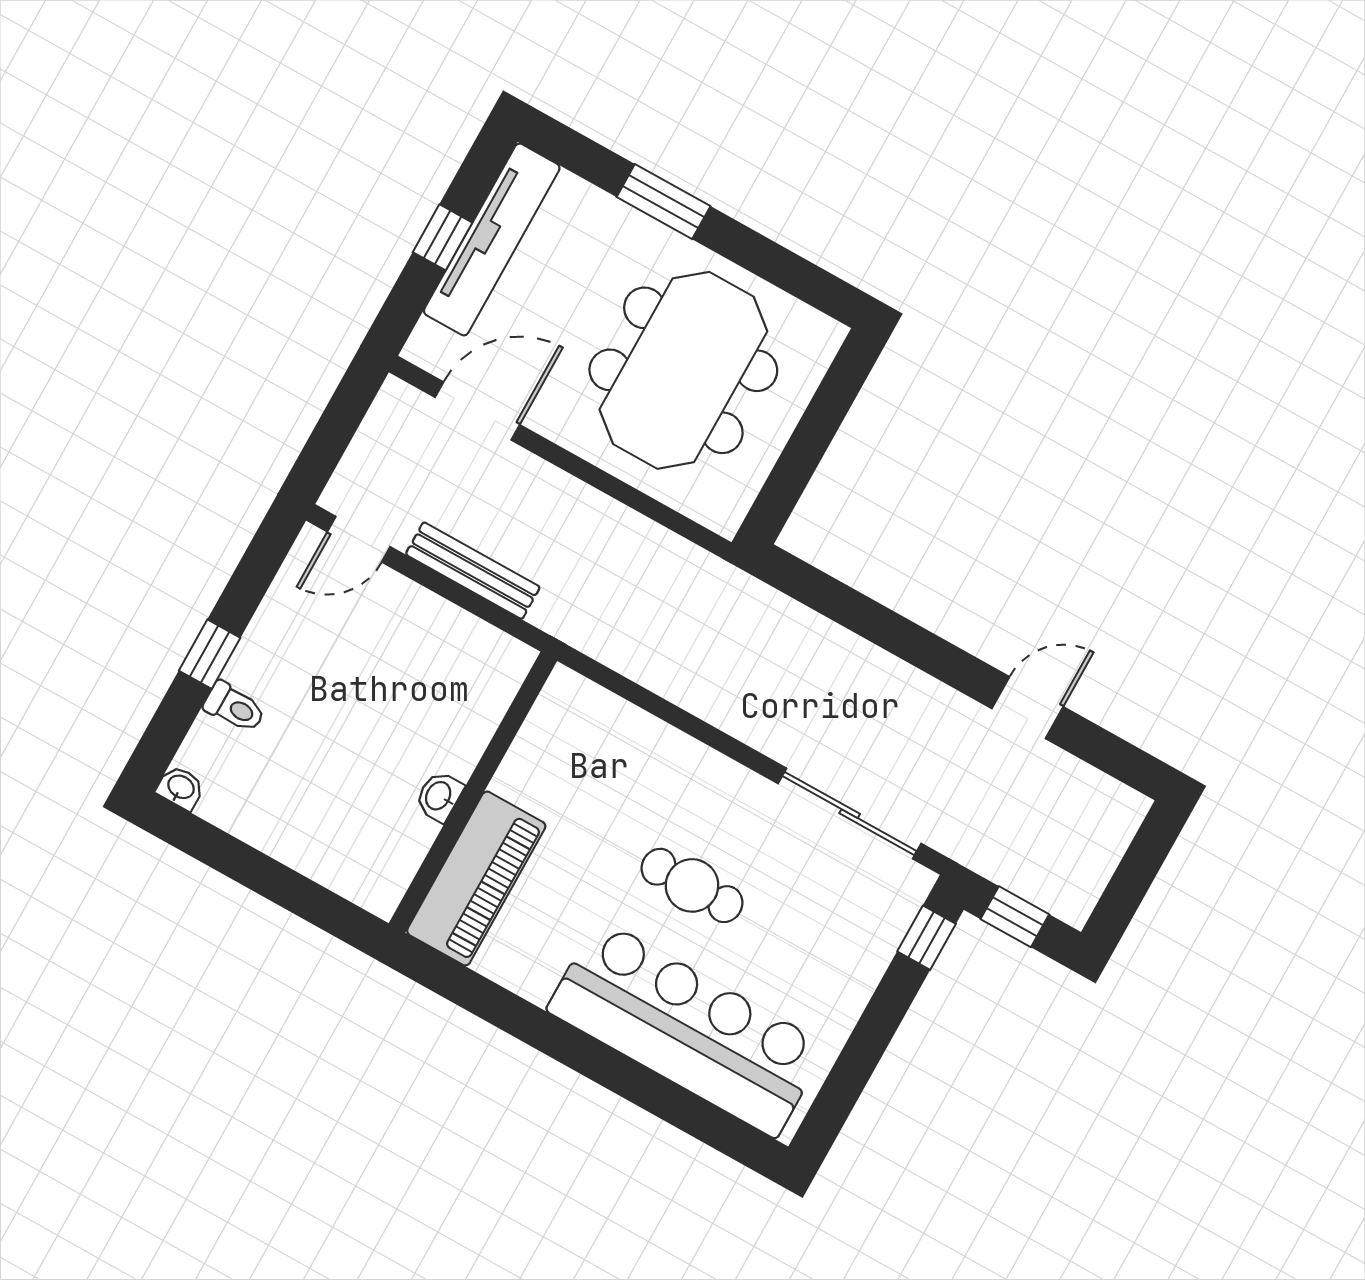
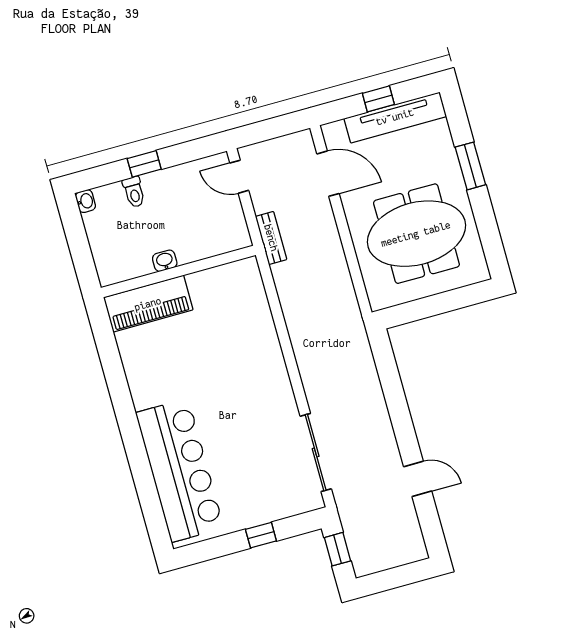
bench: (473, 571) -> (271, 238), width x0.73
wall: (473, 792) -> (178, 272), moved
washbasin: (439, 796) -> (165, 261), moved
piano: (476, 879) -> (148, 304), moved
cafe table: (692, 885) -> (233, 421), removed
window: (927, 938) -> (261, 535), moved

